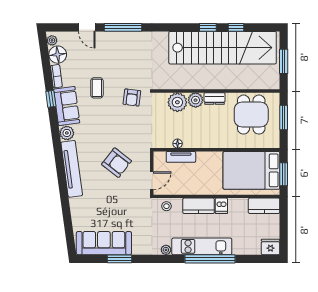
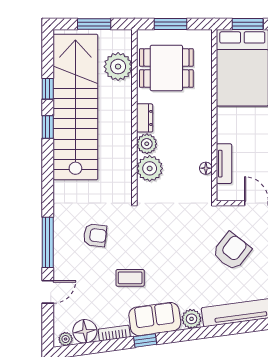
plant: (252, 79) -> (118, 67), added
armchair: (132, 97) -> (95, 235), moved

